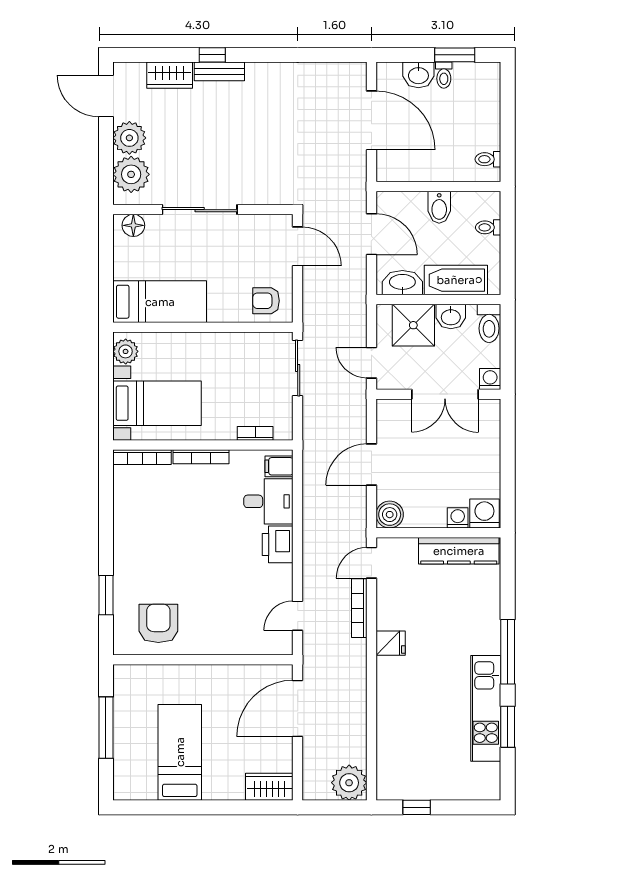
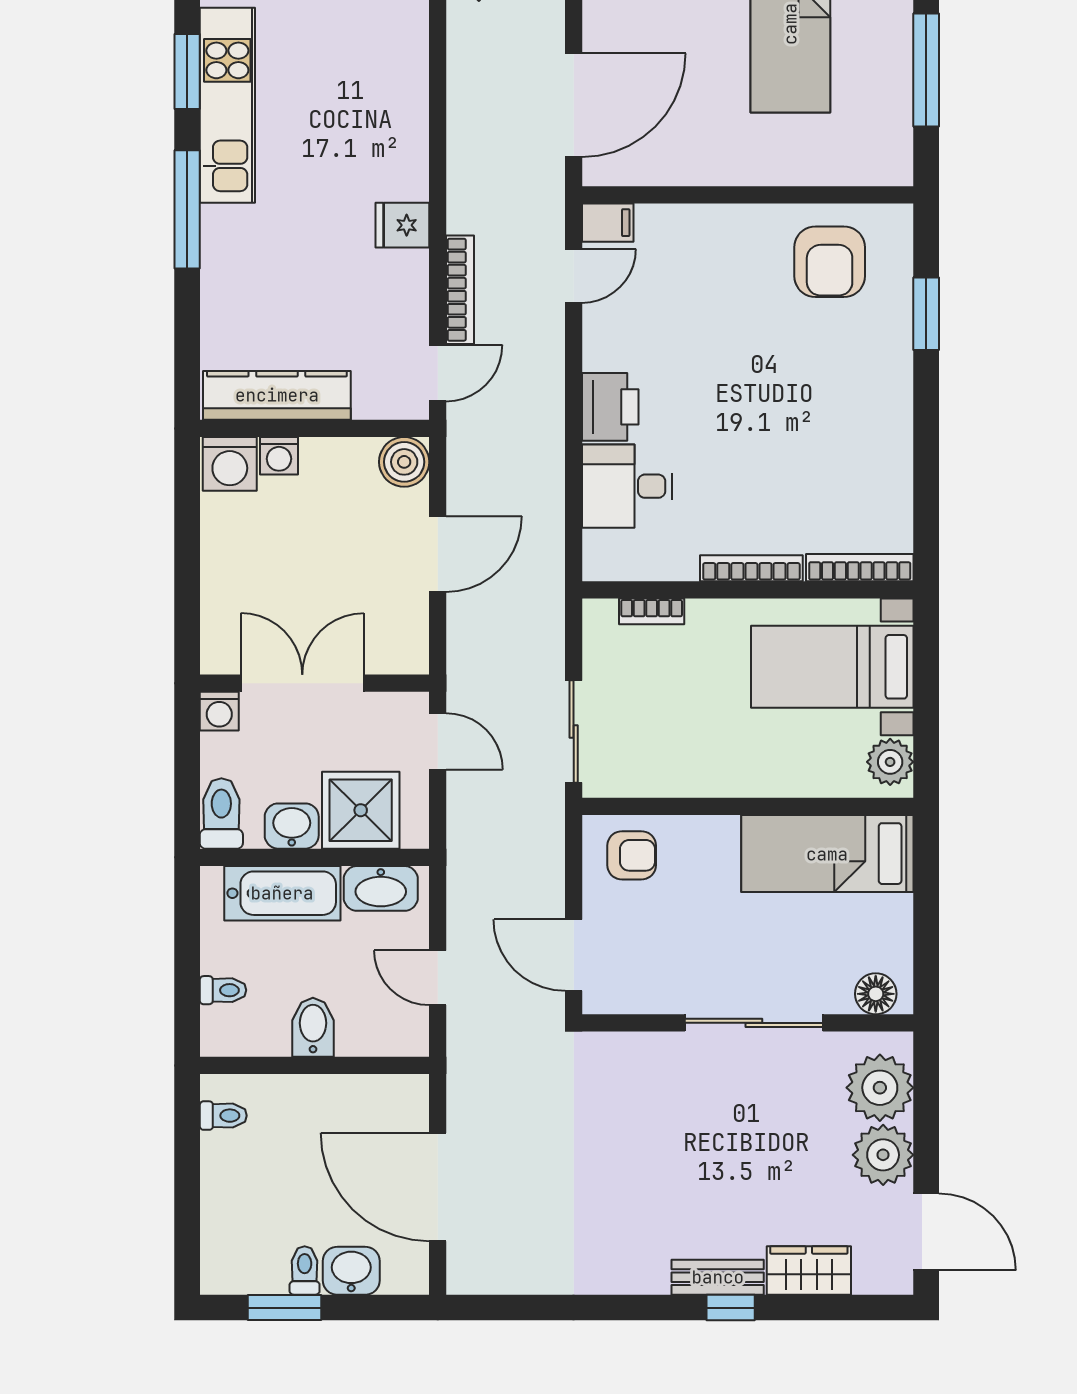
door: (371, 234) -> (438, 978), width x0.73
filing cabinet: (279, 466) -> (608, 223), moved

